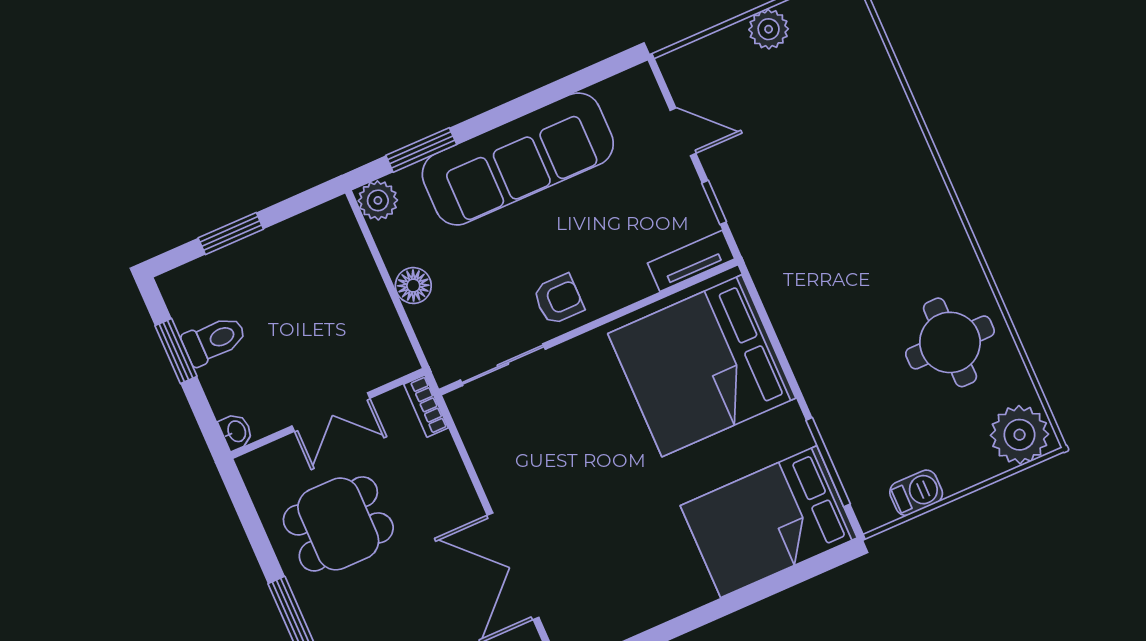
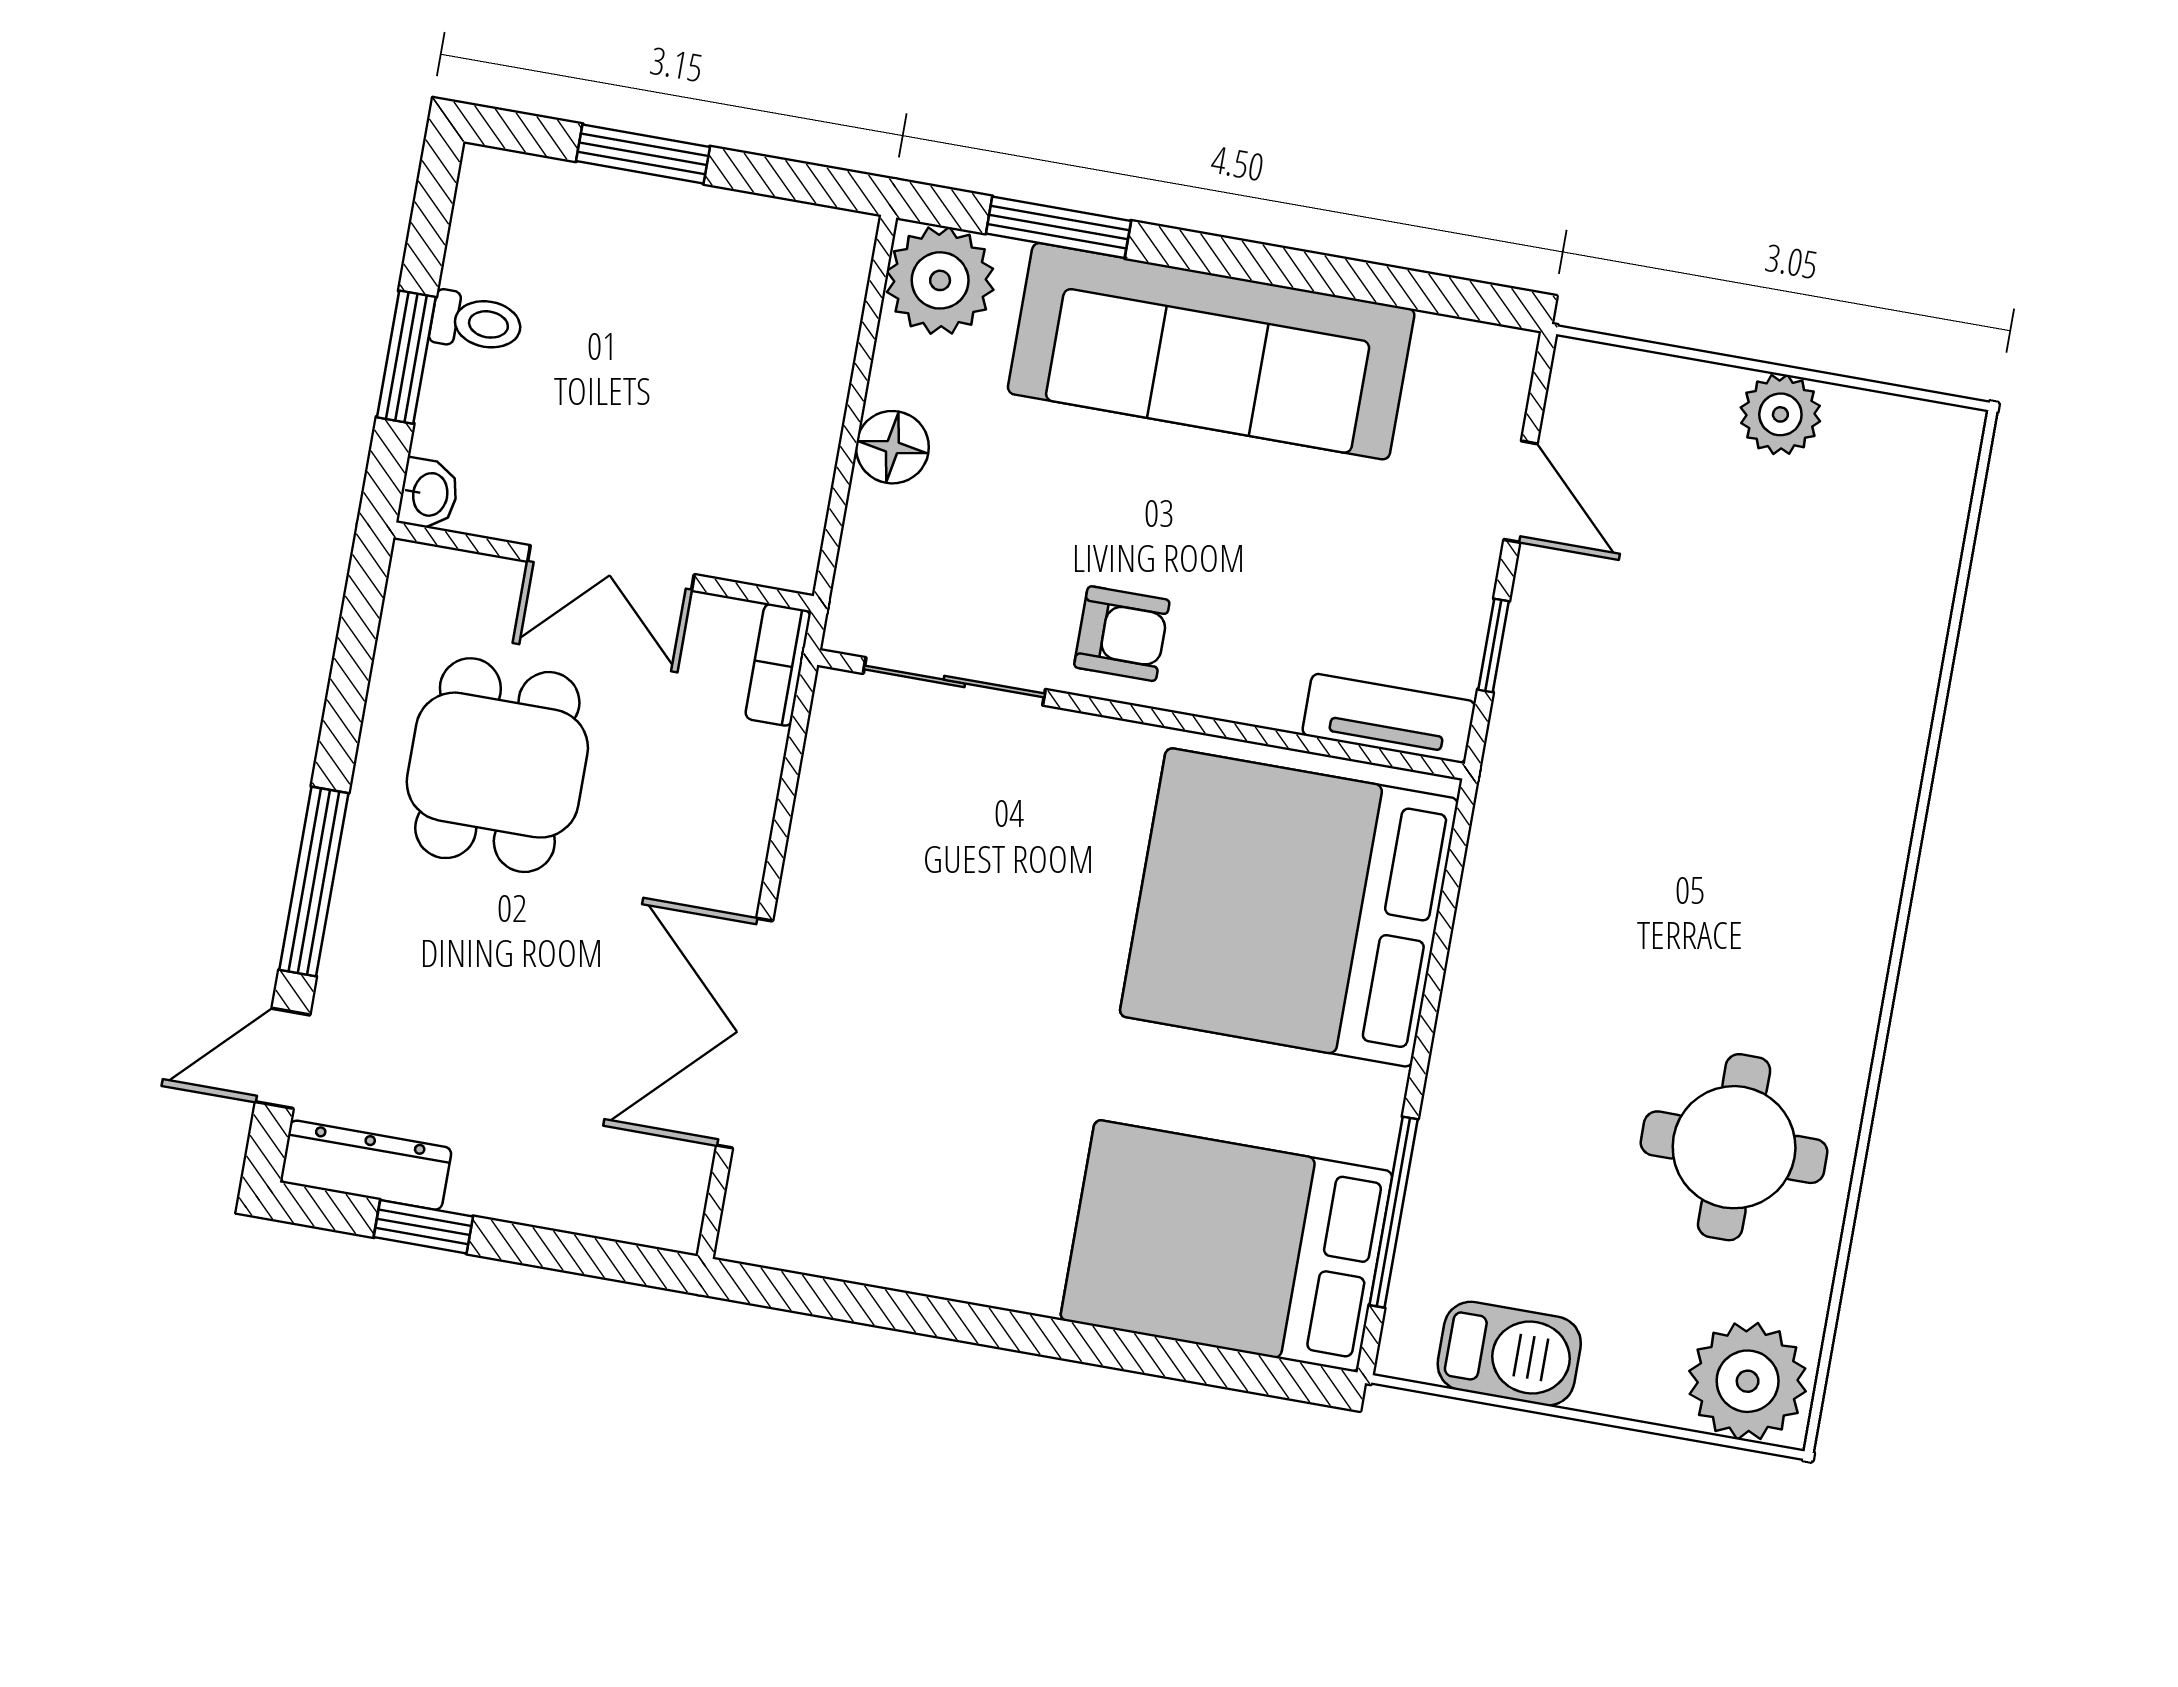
plant: (378, 200) -> (940, 280), width x1.36, depth x1.36
toilet: (214, 340) -> (476, 322), width x0.73, depth x0.72
window: (176, 351) -> (406, 357), moved
barbecue: (916, 493) -> (1509, 1354), width x1.38, depth x1.27
dining table: (338, 524) -> (497, 765), turned 90

